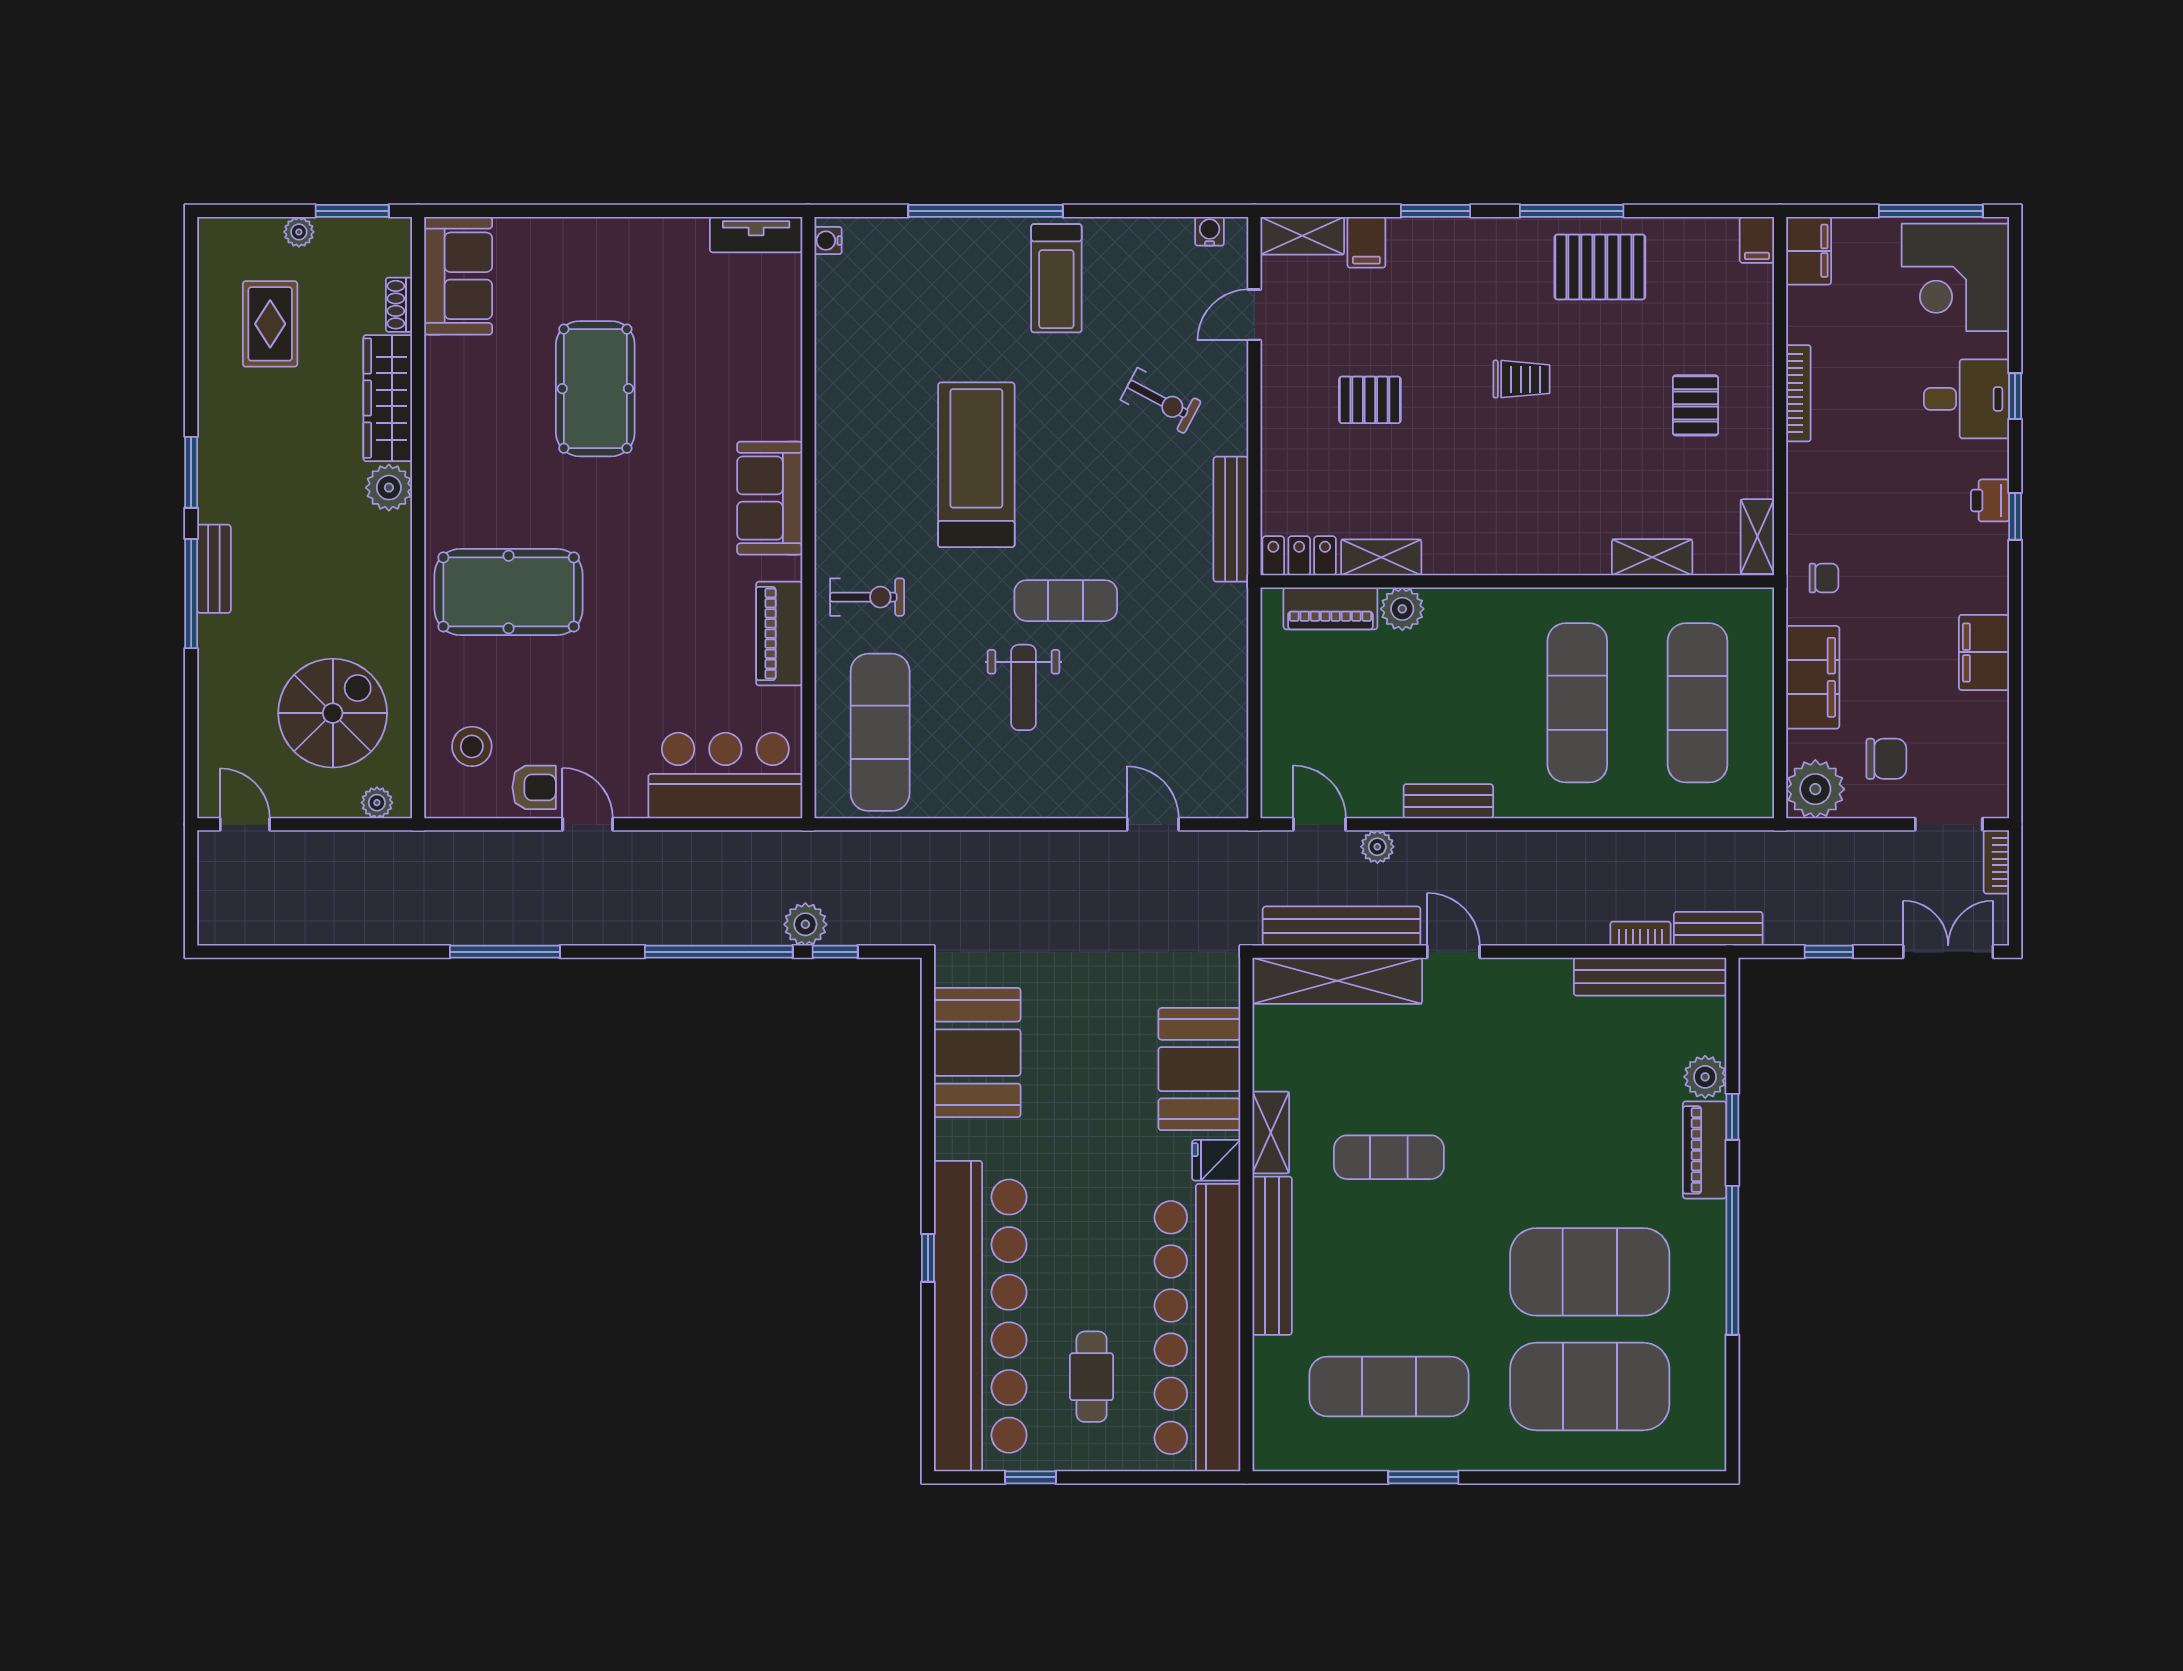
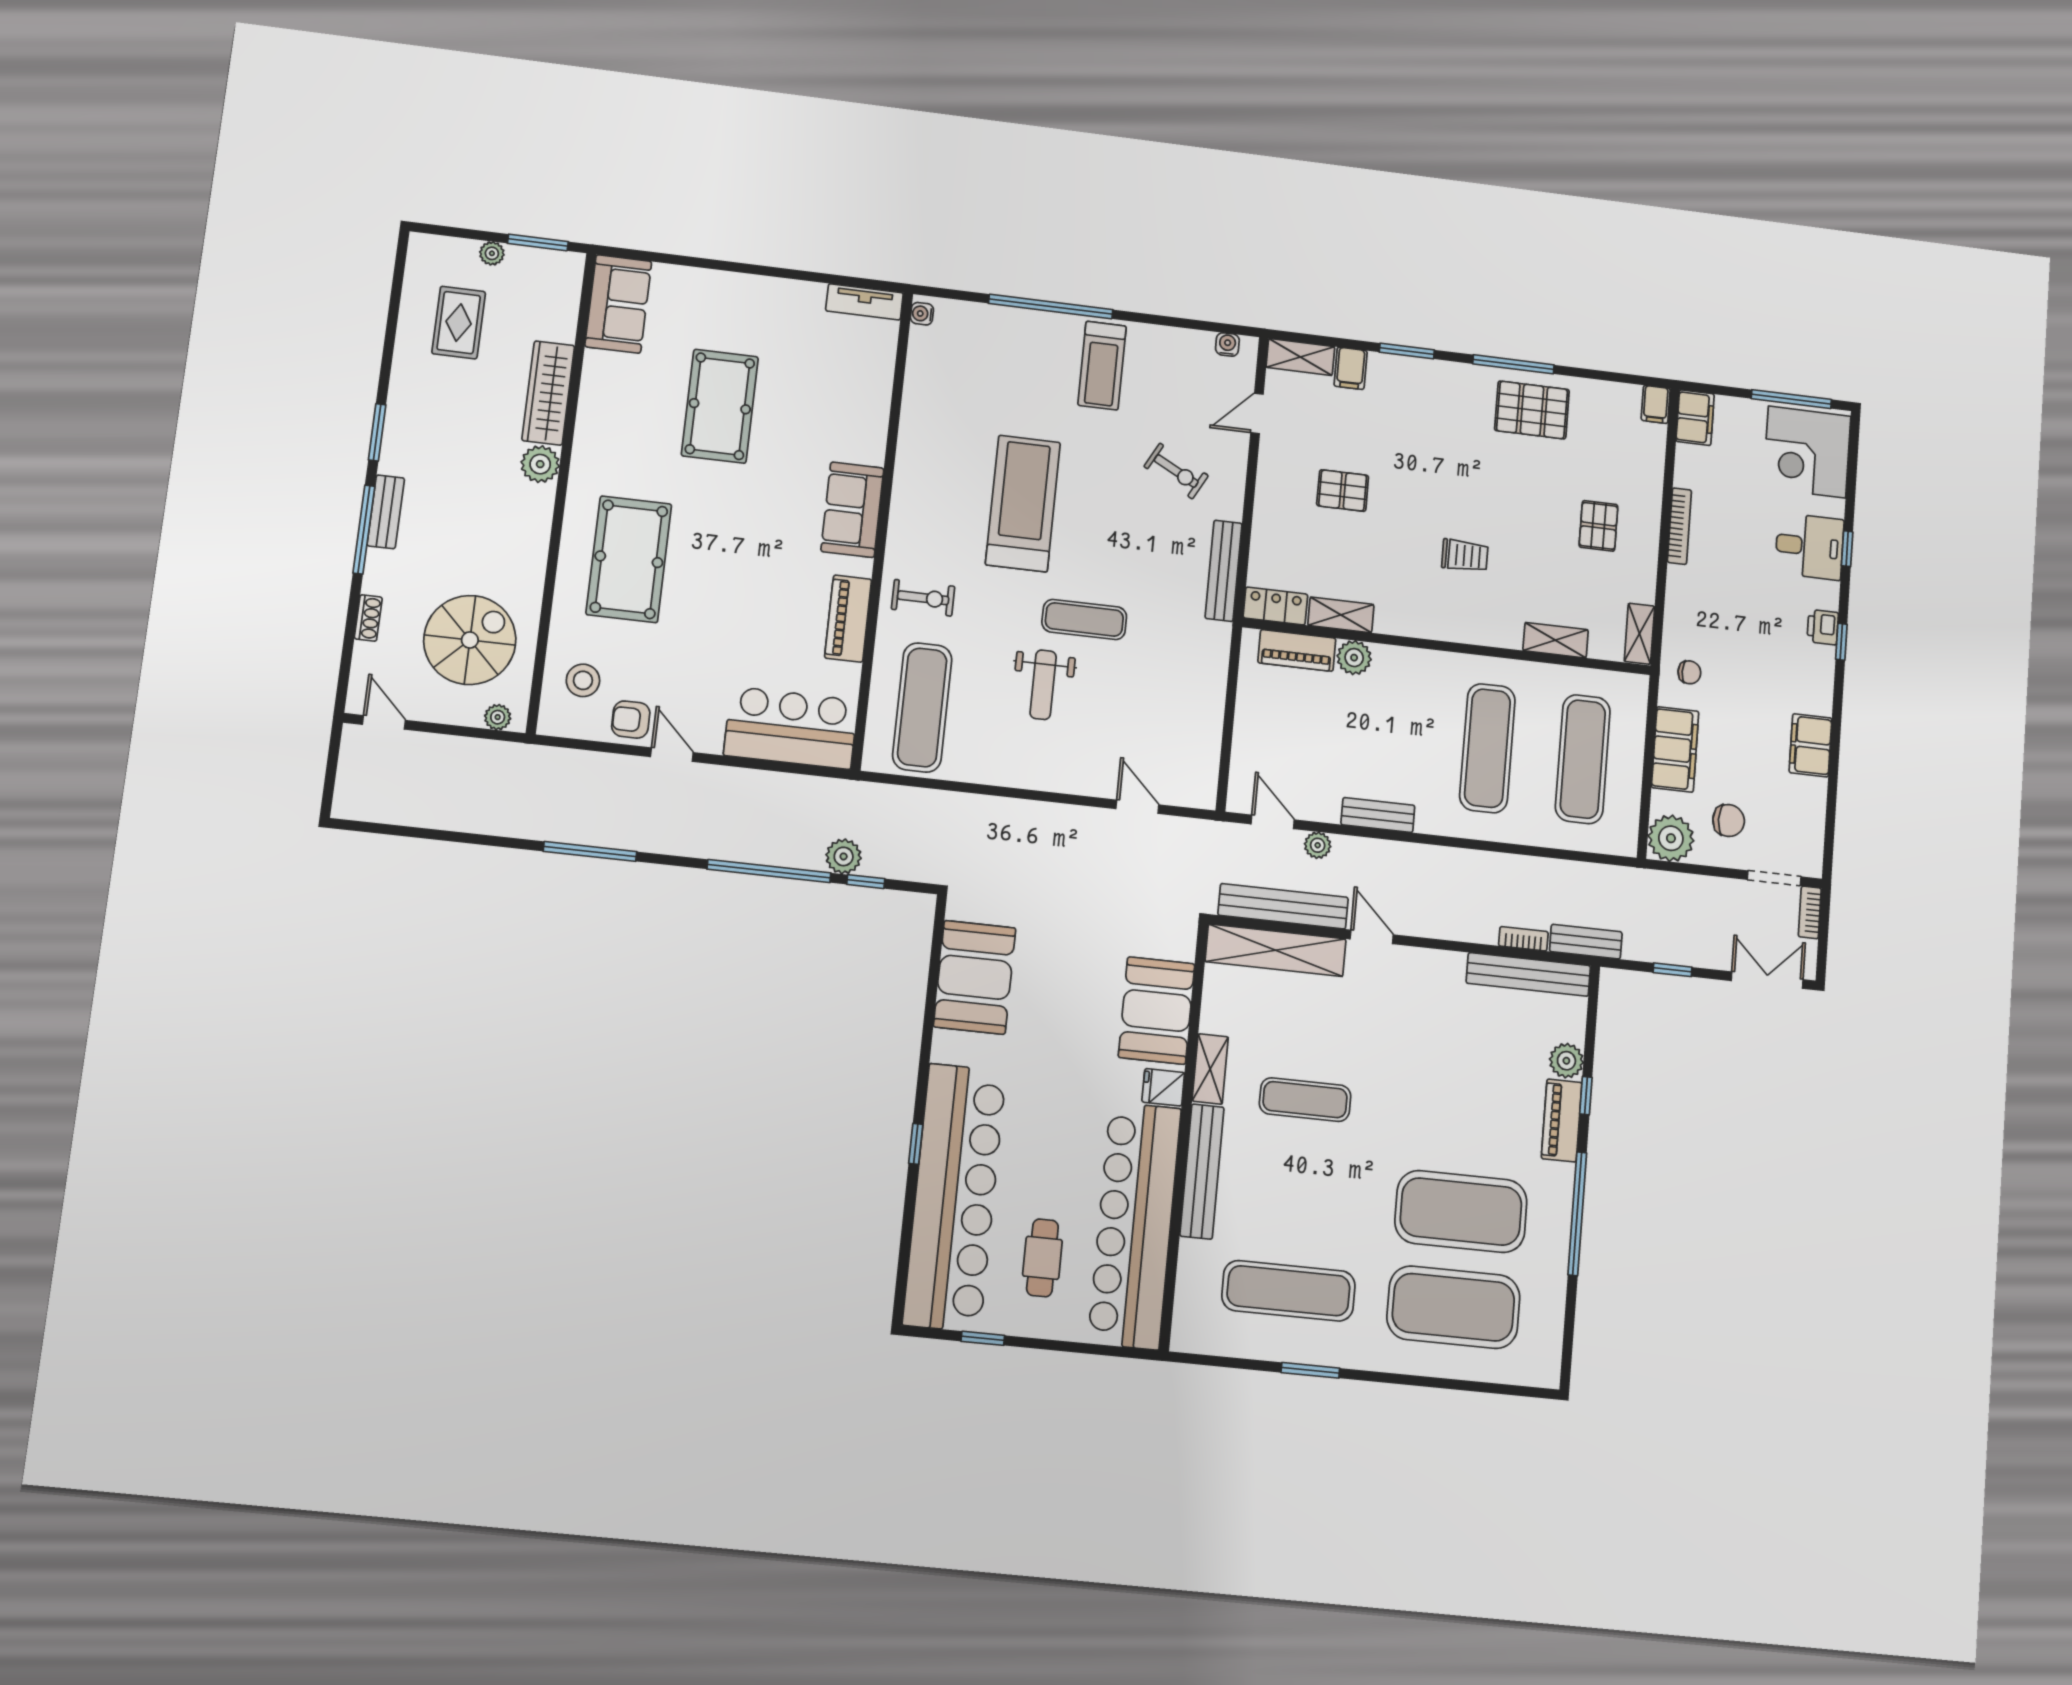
shoe rack: (399, 305) -> (368, 618), moved, turned 180
trolley: (1521, 379) -> (1465, 556), moved
pool table: (509, 592) -> (629, 559), turned 90
armchair: (534, 787) -> (631, 720), turned 180

